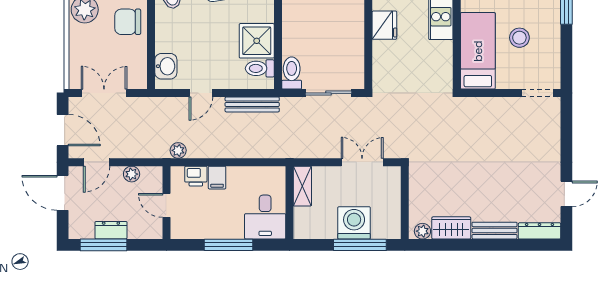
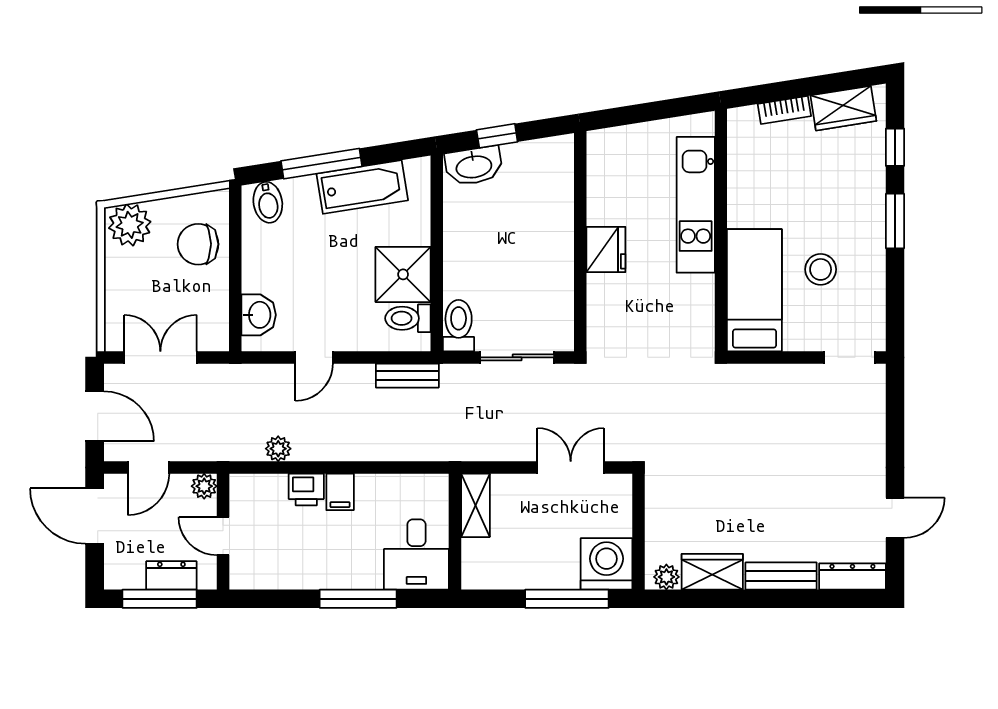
bench: (252, 104) -> (407, 376), width x0.73
wall: (166, 203) -> (223, 532), moved
door: (166, 205) -> (223, 536), moved
washing machine: (354, 223) -> (606, 564), moved

